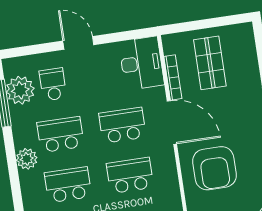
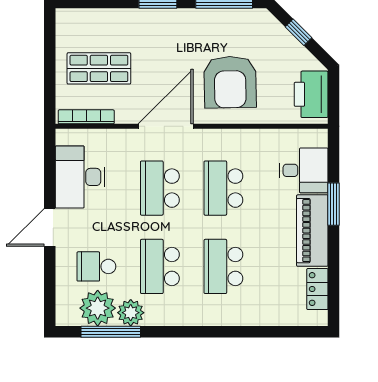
desk: (141, 63) -> (80, 177), moved, turned -90
bookcase: (173, 77) -> (86, 117), moved
plant: (27, 159) -> (131, 313), moved
armchair: (214, 168) -> (230, 82), turned 89

